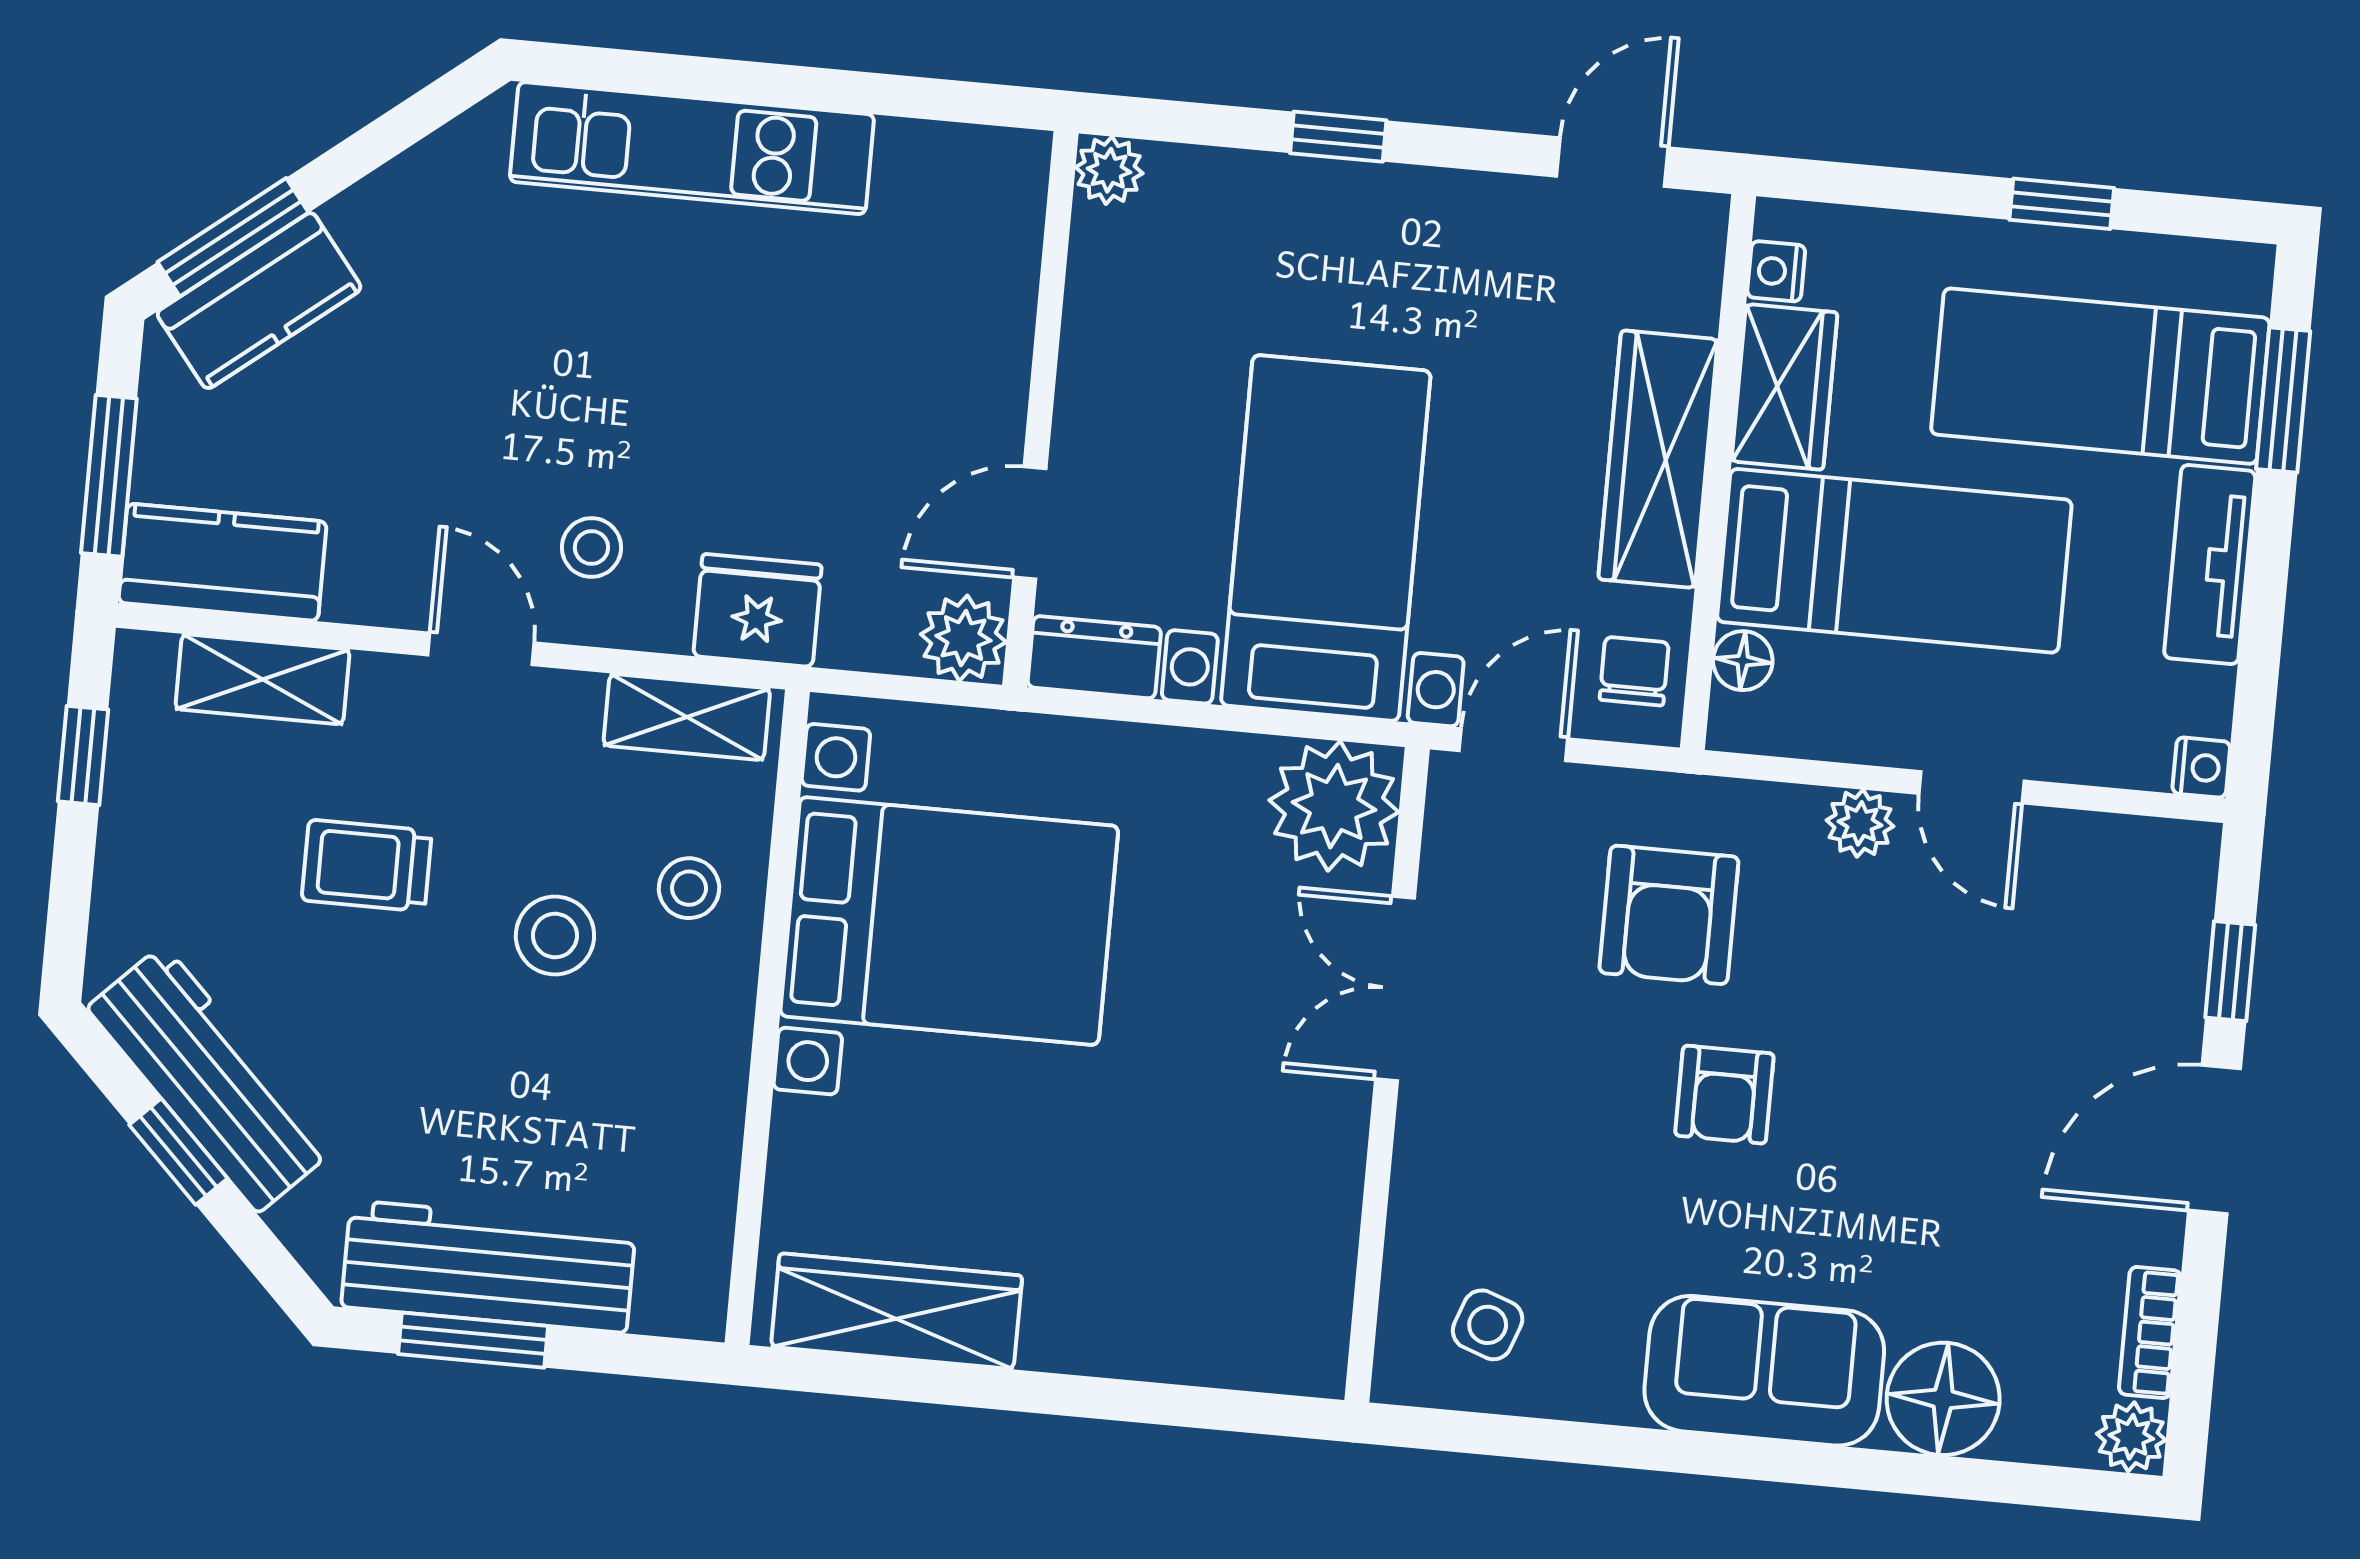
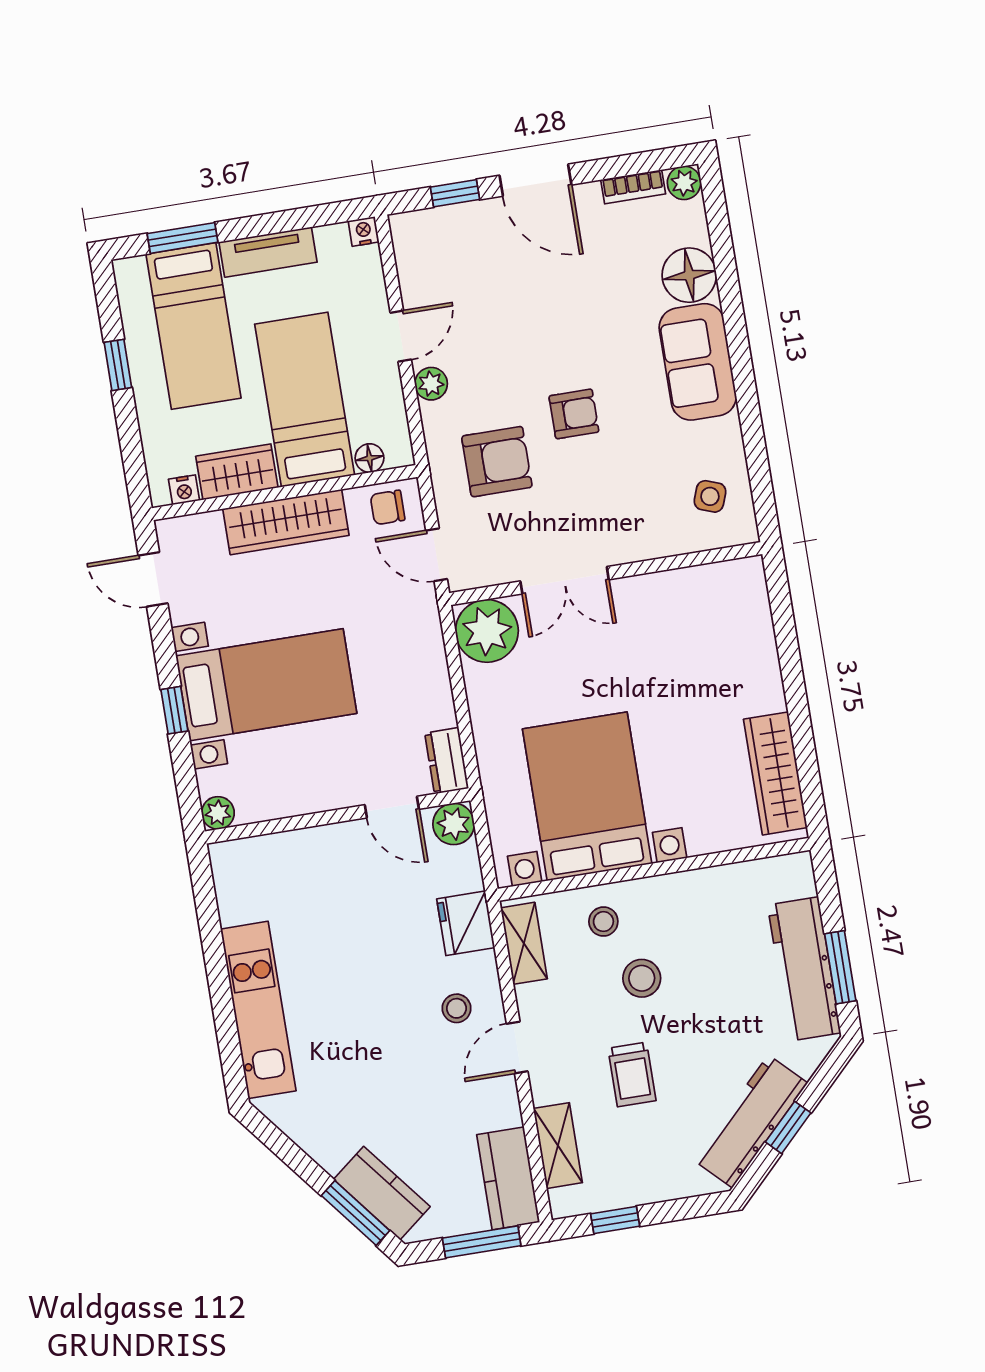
bed with nightstands: (1326, 538) -> (266, 685), moved, turned 180

